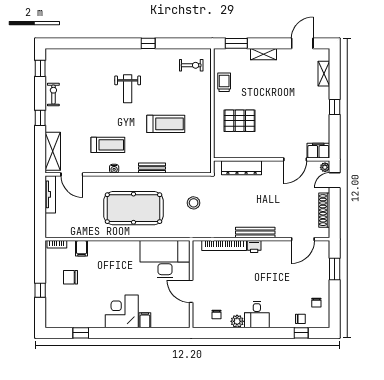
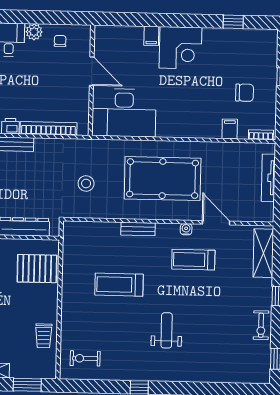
pallet: (240, 121) -> (37, 269), moved
door: (72, 174) -> (216, 223), moved
tv unit: (50, 194) -> (268, 178), moved

